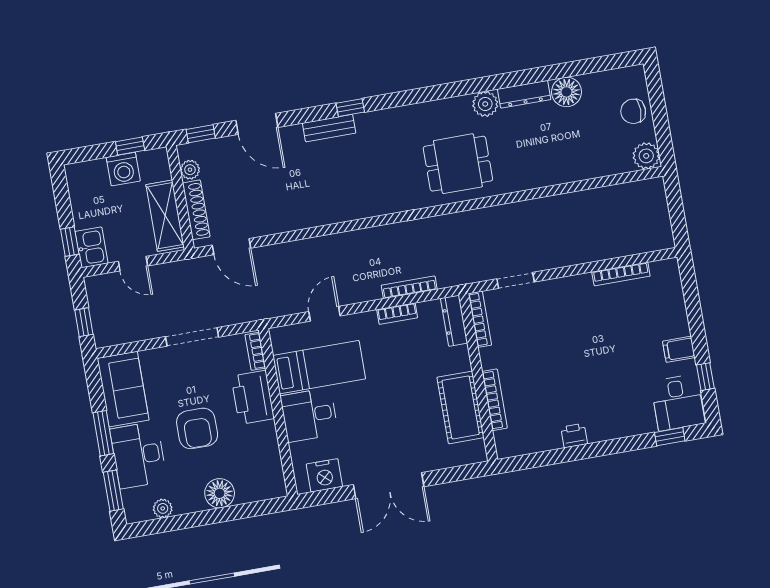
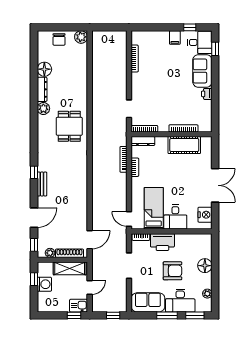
door: (325, 314) -> (129, 219), moved
sofa: (620, 418) -> (202, 71), added

